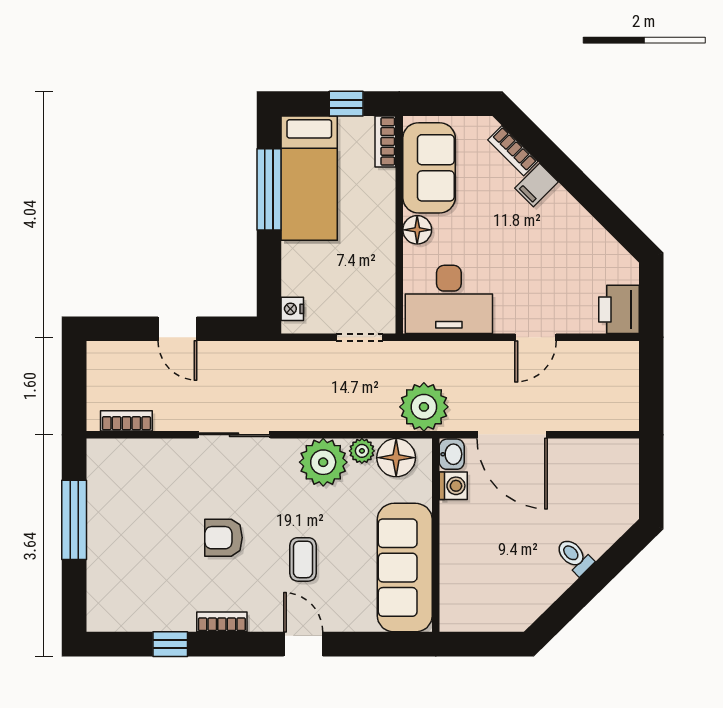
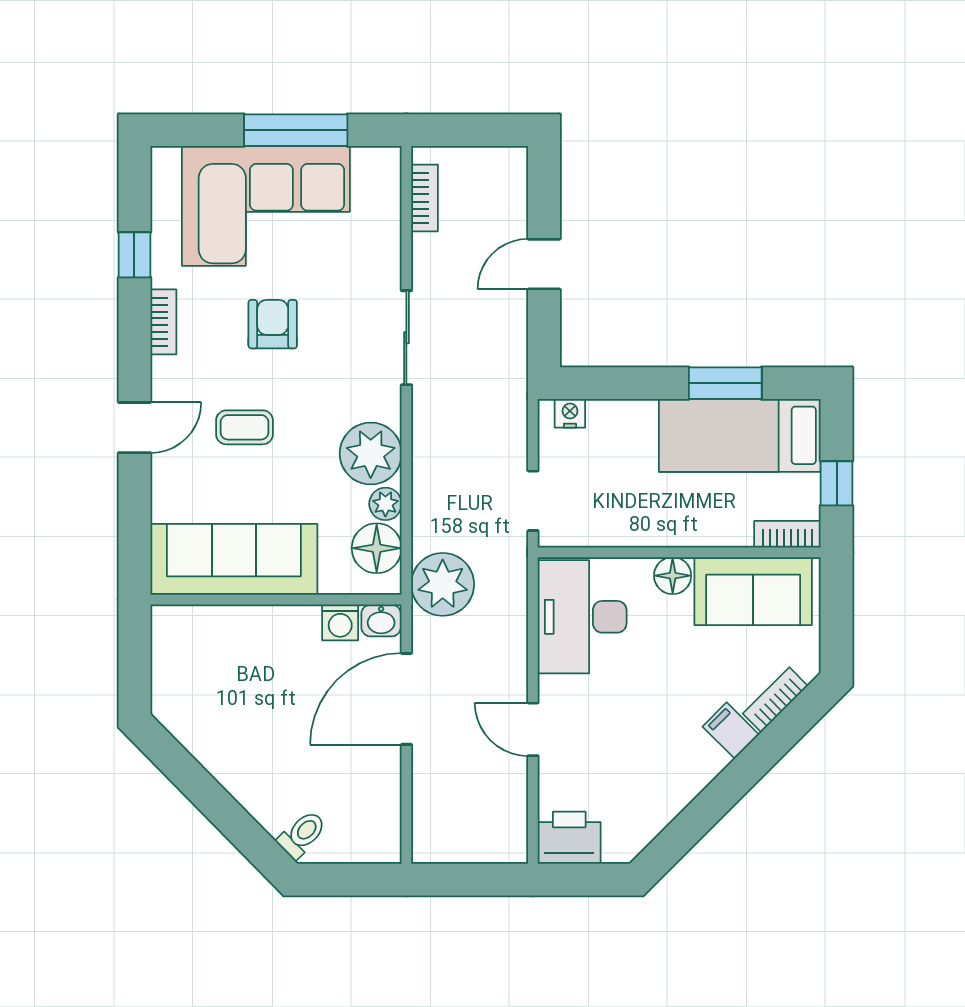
window: (269, 189) -> (725, 383), width x0.69
corner sofa: (133, 543) -> (266, 206), added
toilet: (574, 556) -> (302, 835), moved

